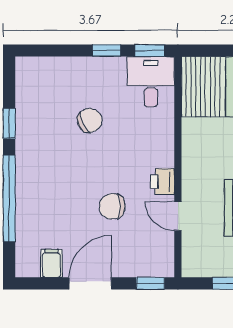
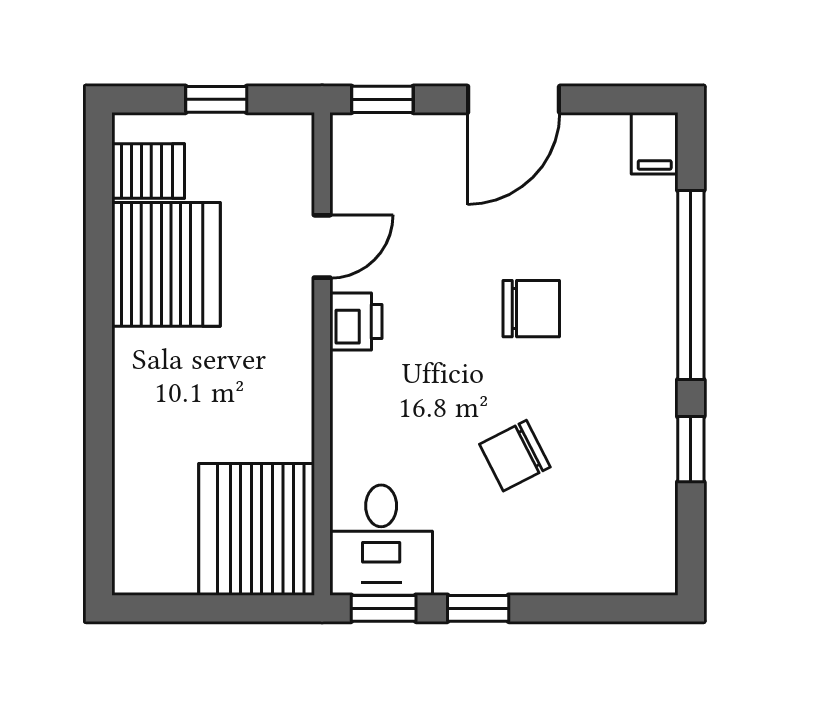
chair: (112, 206) -> (531, 309), moved
door: (178, 216) -> (322, 246), hinge flipped
filing cabinet: (51, 263) -> (655, 143), moved

